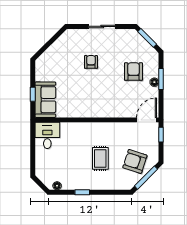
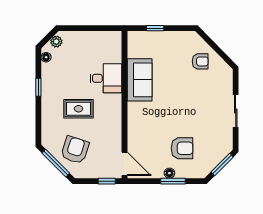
armchair: (91, 62) -> (200, 61), moved
sofa: (45, 100) -> (140, 80), moved, turned -90
desk: (47, 135) -> (106, 78), moved
plant: (44, 177) -> (56, 42), added

